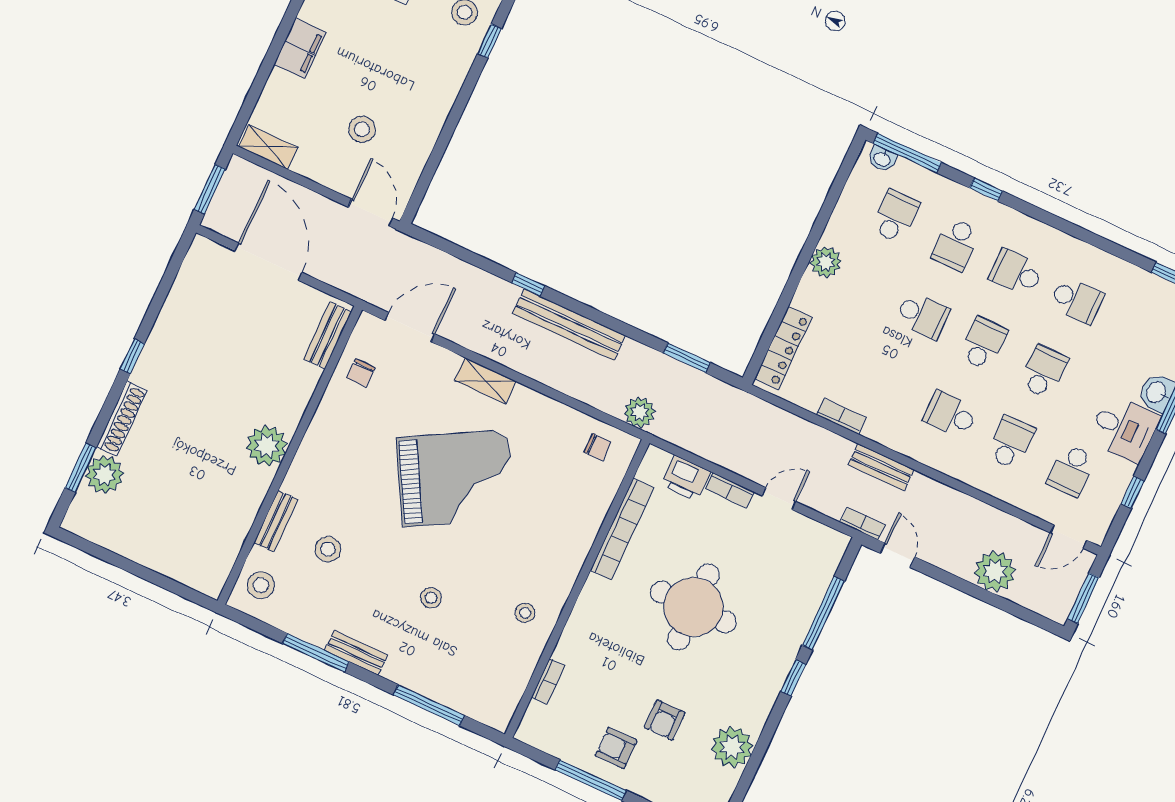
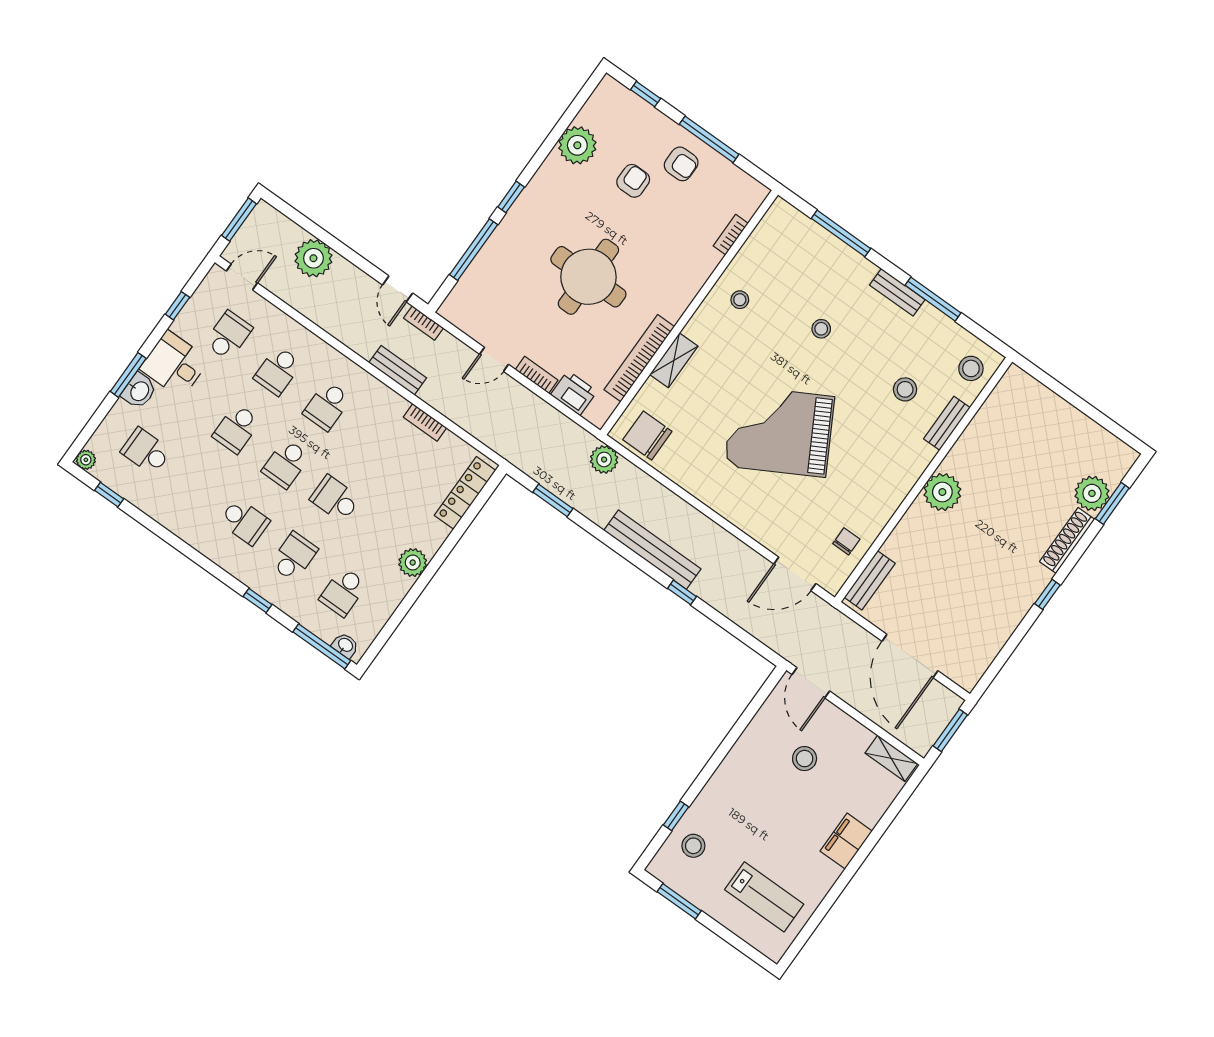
school desk: (1077, 300) -> (146, 451), moved
shelving: (485, 381) -> (674, 360), moved, turned 90
school desk: (950, 414) -> (327, 406), turned 90
chair: (597, 447) -> (647, 436), width x1.87, depth x1.87

